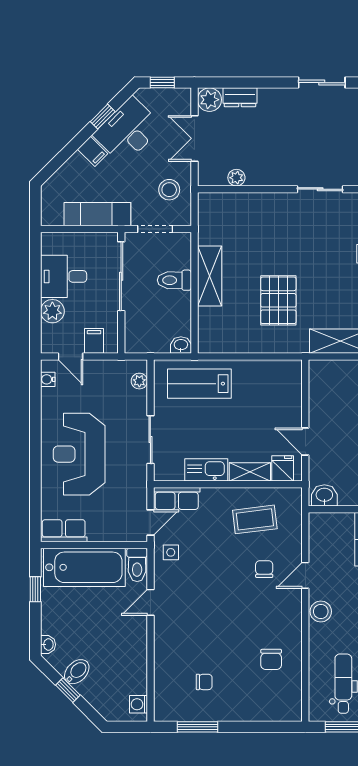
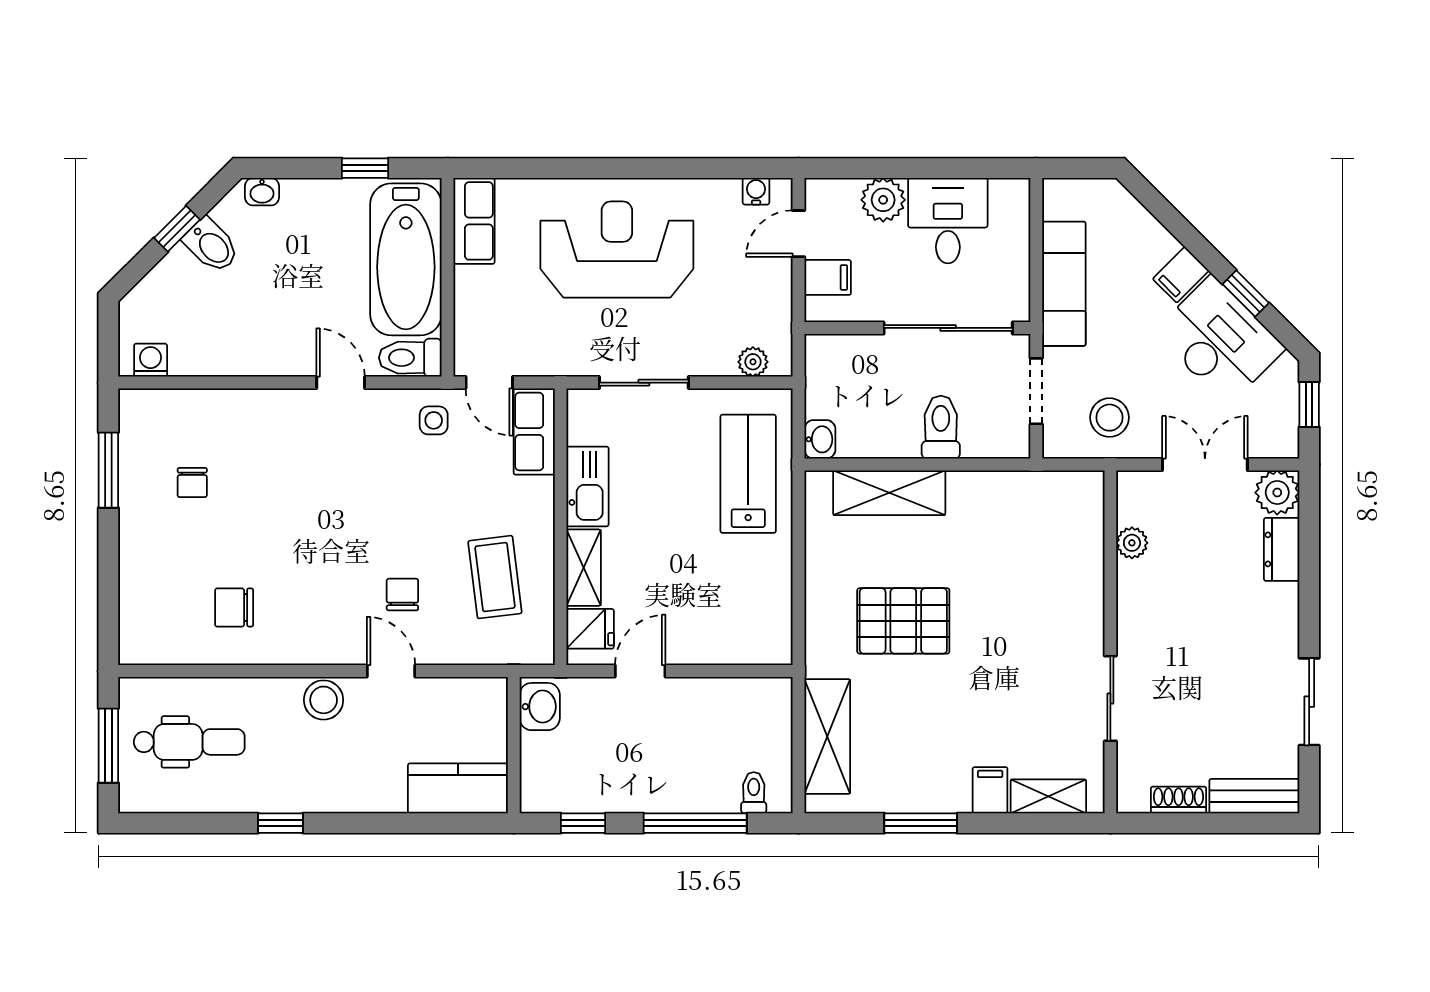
shelving: (210, 276) -> (889, 493), moved
chair: (264, 569) -> (402, 595), turned -90

